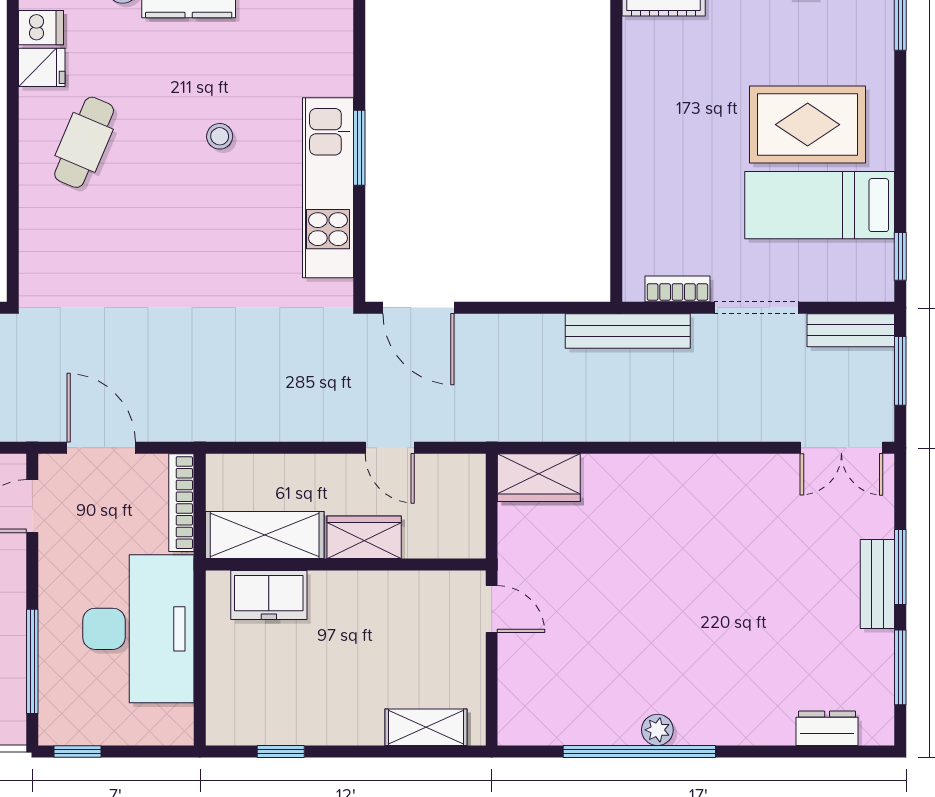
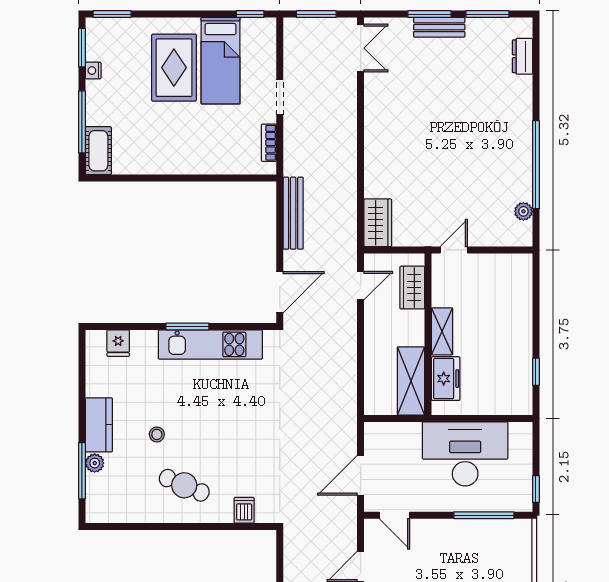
dishwasher: (41, 28) -> (244, 510), moved
fridge: (42, 67) -> (118, 343), moved, turned 180
stool: (220, 136) -> (157, 434), moved
doorway: (756, 308) -> (280, 97), width x0.73
bench: (851, 330) -> (293, 43), removed
bench: (628, 331) -> (293, 213), moved
door: (390, 448) -> (361, 286), moved
bookcase: (181, 503) -> (392, 429), removed
wardrobe: (364, 537) -> (412, 288), moved
shelving: (426, 727) -> (442, 331), moved
plant: (657, 730) -> (523, 211), moved

